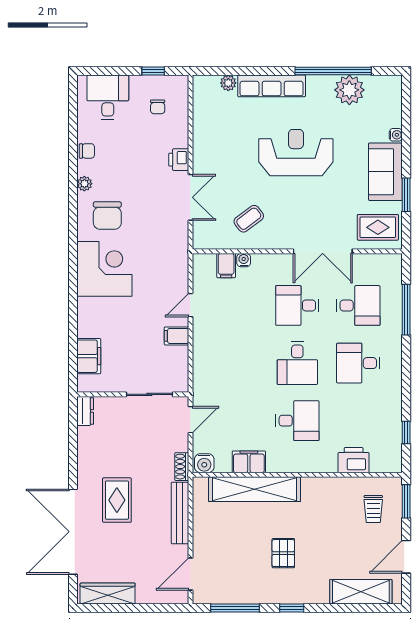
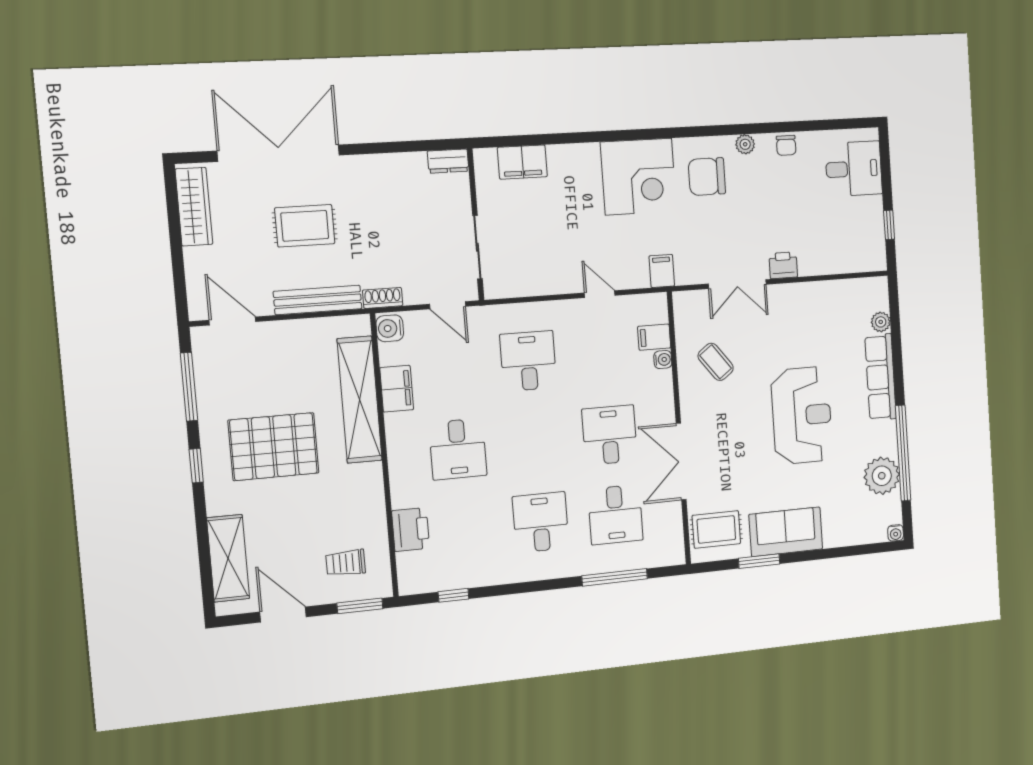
chair: (158, 107) -> (846, 234), removed
water cooler: (396, 135) -> (896, 533), moved
rug: (378, 227) -> (716, 529), turned 90
filing cabinet: (176, 336) -> (662, 271), moved
desk: (297, 363) -> (528, 361), moved, turned 90
rug: (117, 500) -> (305, 226), moved
pallet: (283, 553) -> (274, 447), width x2.05, depth x2.00

